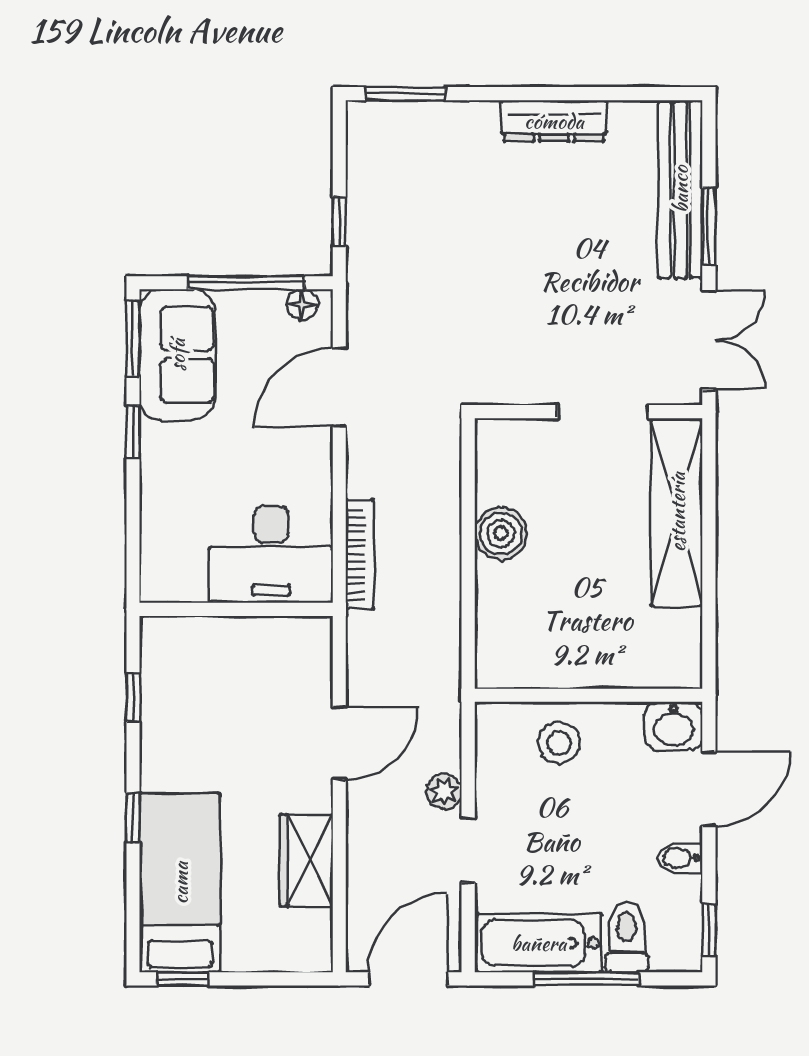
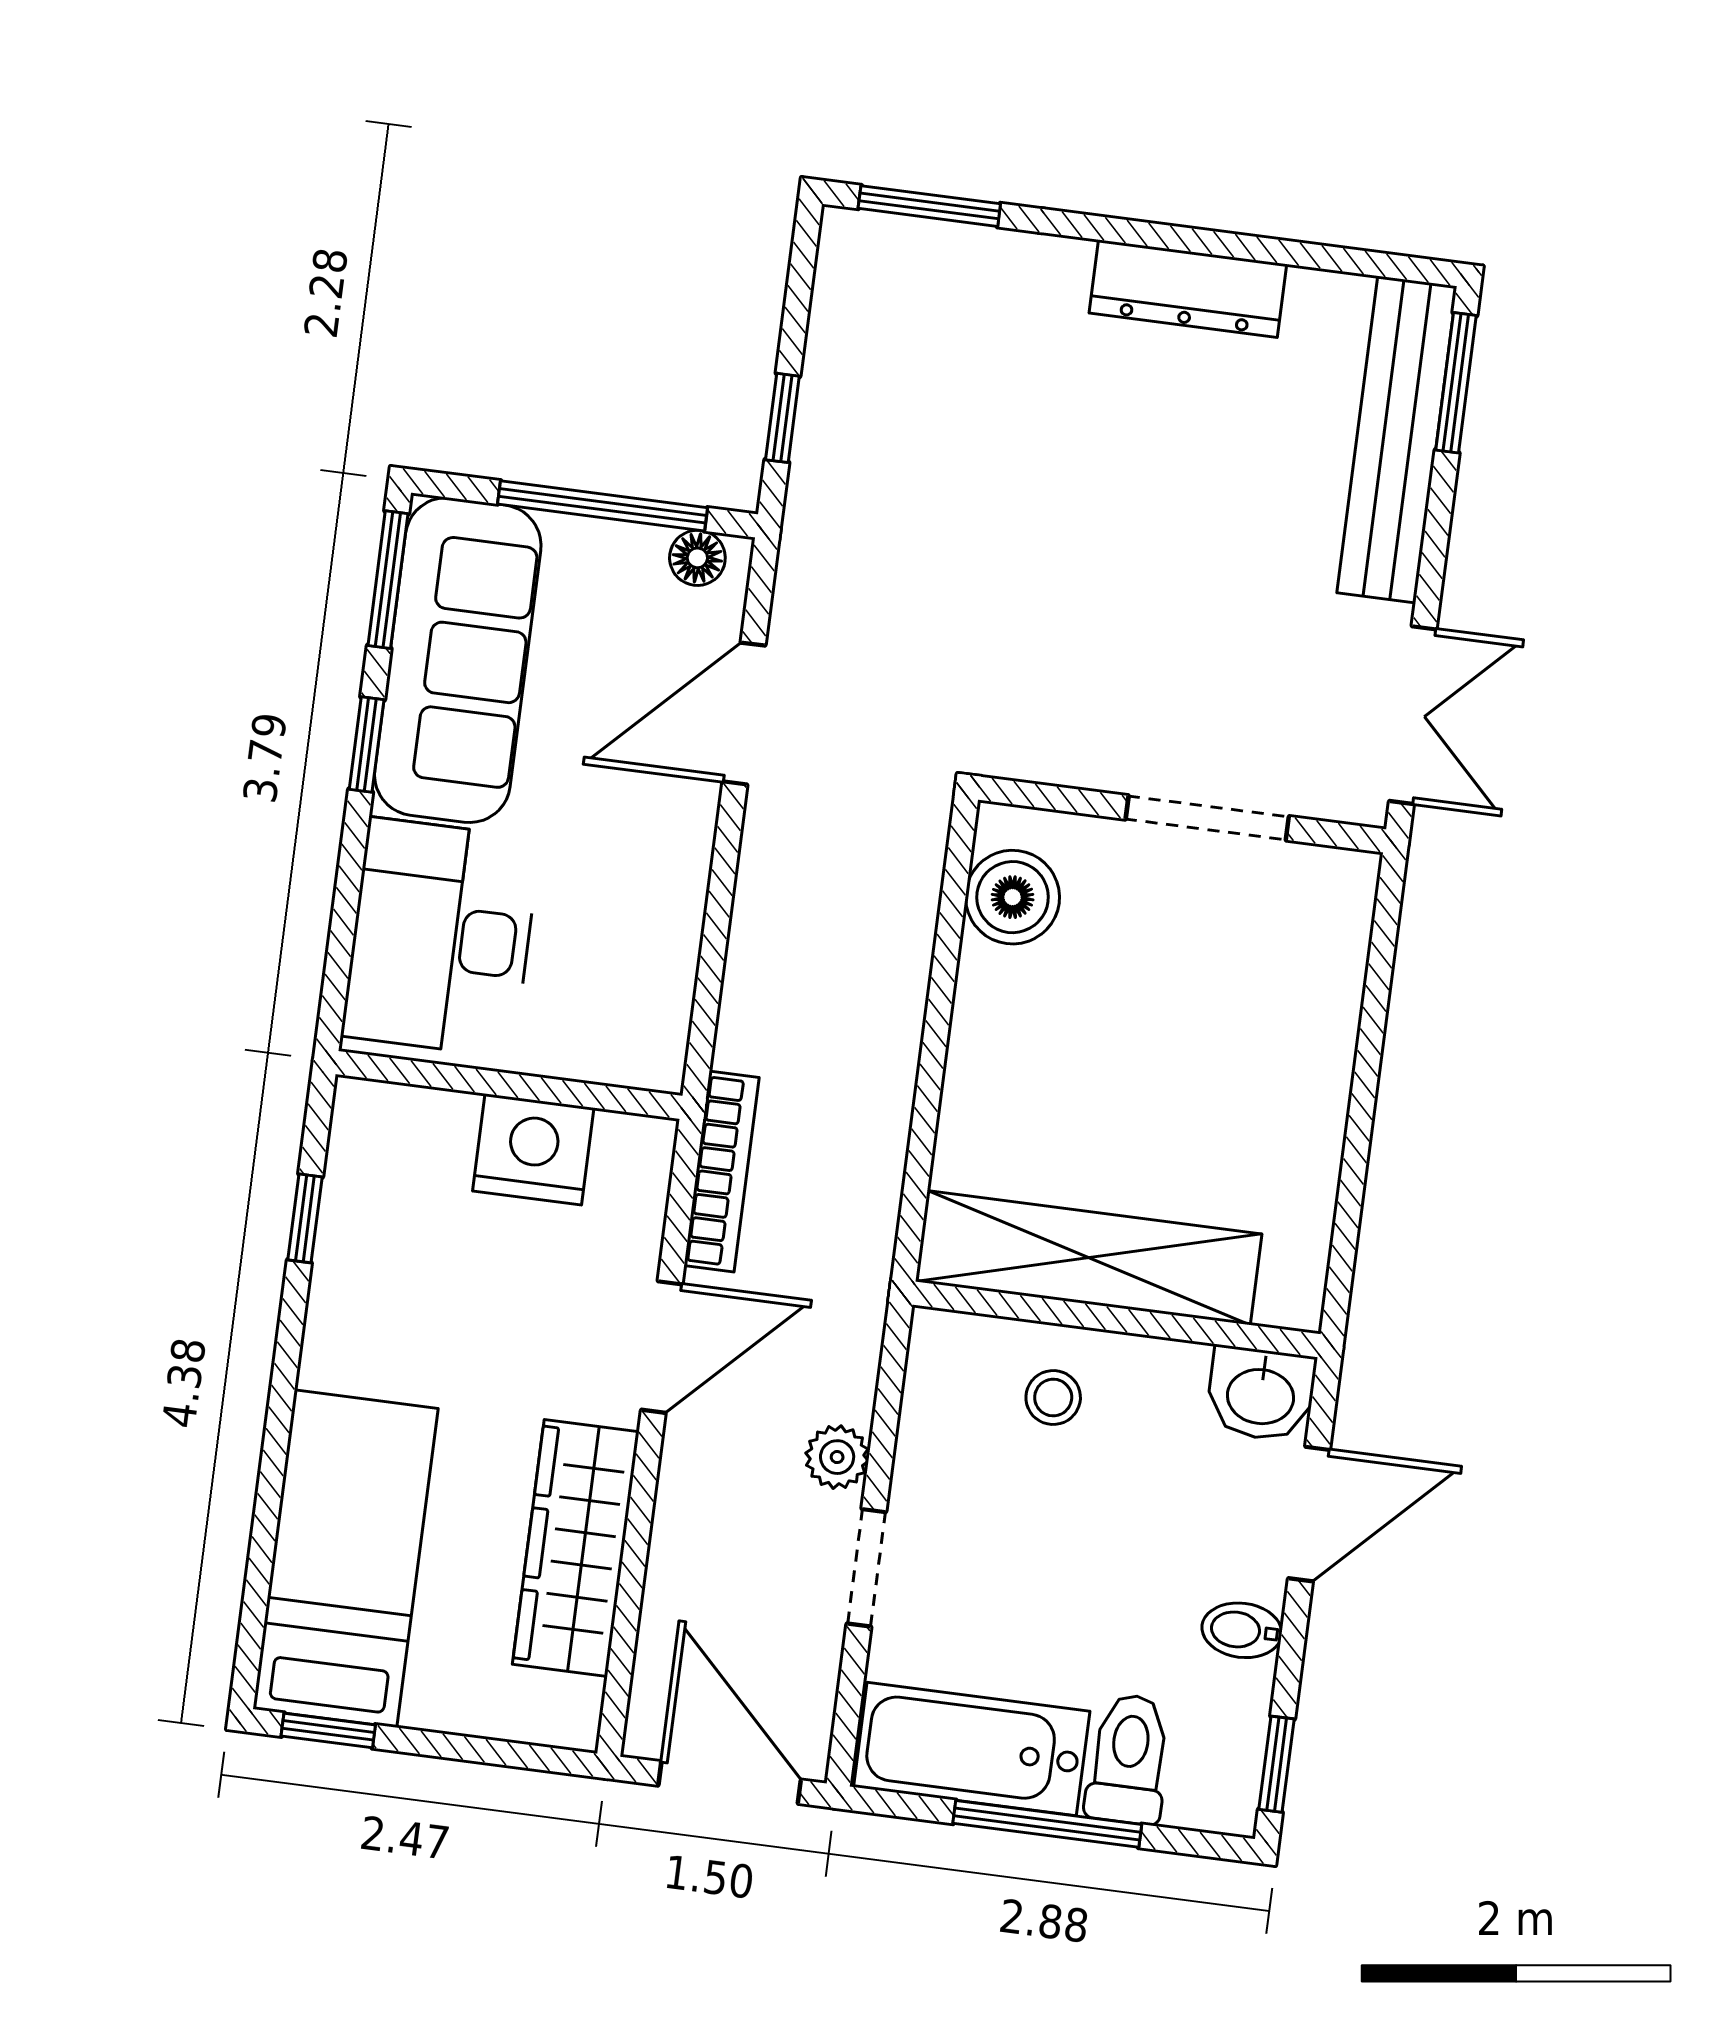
window: (709, 226) -> (1456, 383), moved
sofa: (177, 355) -> (458, 660), width x1.36
shelving: (677, 512) -> (1089, 1258), moved, turned 90
boiler: (501, 533) -> (1013, 897), moved
desk: (271, 554) -> (441, 937), moved, turned 90
bookcase: (360, 554) -> (722, 1172), moved
nightstand: (254, 643) -> (533, 1149), added
stool: (559, 743) -> (1053, 1398), width x0.73, depth x0.73
window: (133, 818) -> (277, 1432), removed
wardrobe: (306, 860) -> (576, 1548), width x1.50
door: (408, 979) -> (730, 1783), hinge flipped

